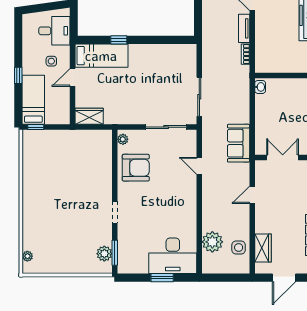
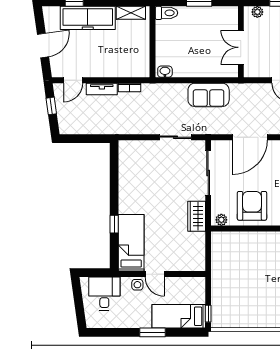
side table: (51, 61) -> (137, 285), moved
window: (18, 75) -> (152, 332), width x1.50
sliding door: (199, 97) -> (176, 137), width x0.73
wardrobe: (89, 116) -> (197, 216), moved
sofa: (239, 143) -> (209, 95), moved
door: (199, 166) -> (250, 137), width x1.88

